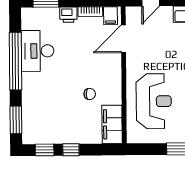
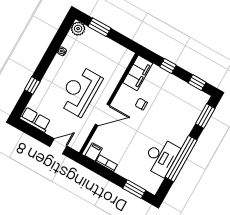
printer: (68, 15) -> (124, 170), removed
door: (123, 39) -> (102, 115), moved
reception desk: (154, 101) -> (80, 91), moved
window: (71, 150) -> (168, 66), moved

